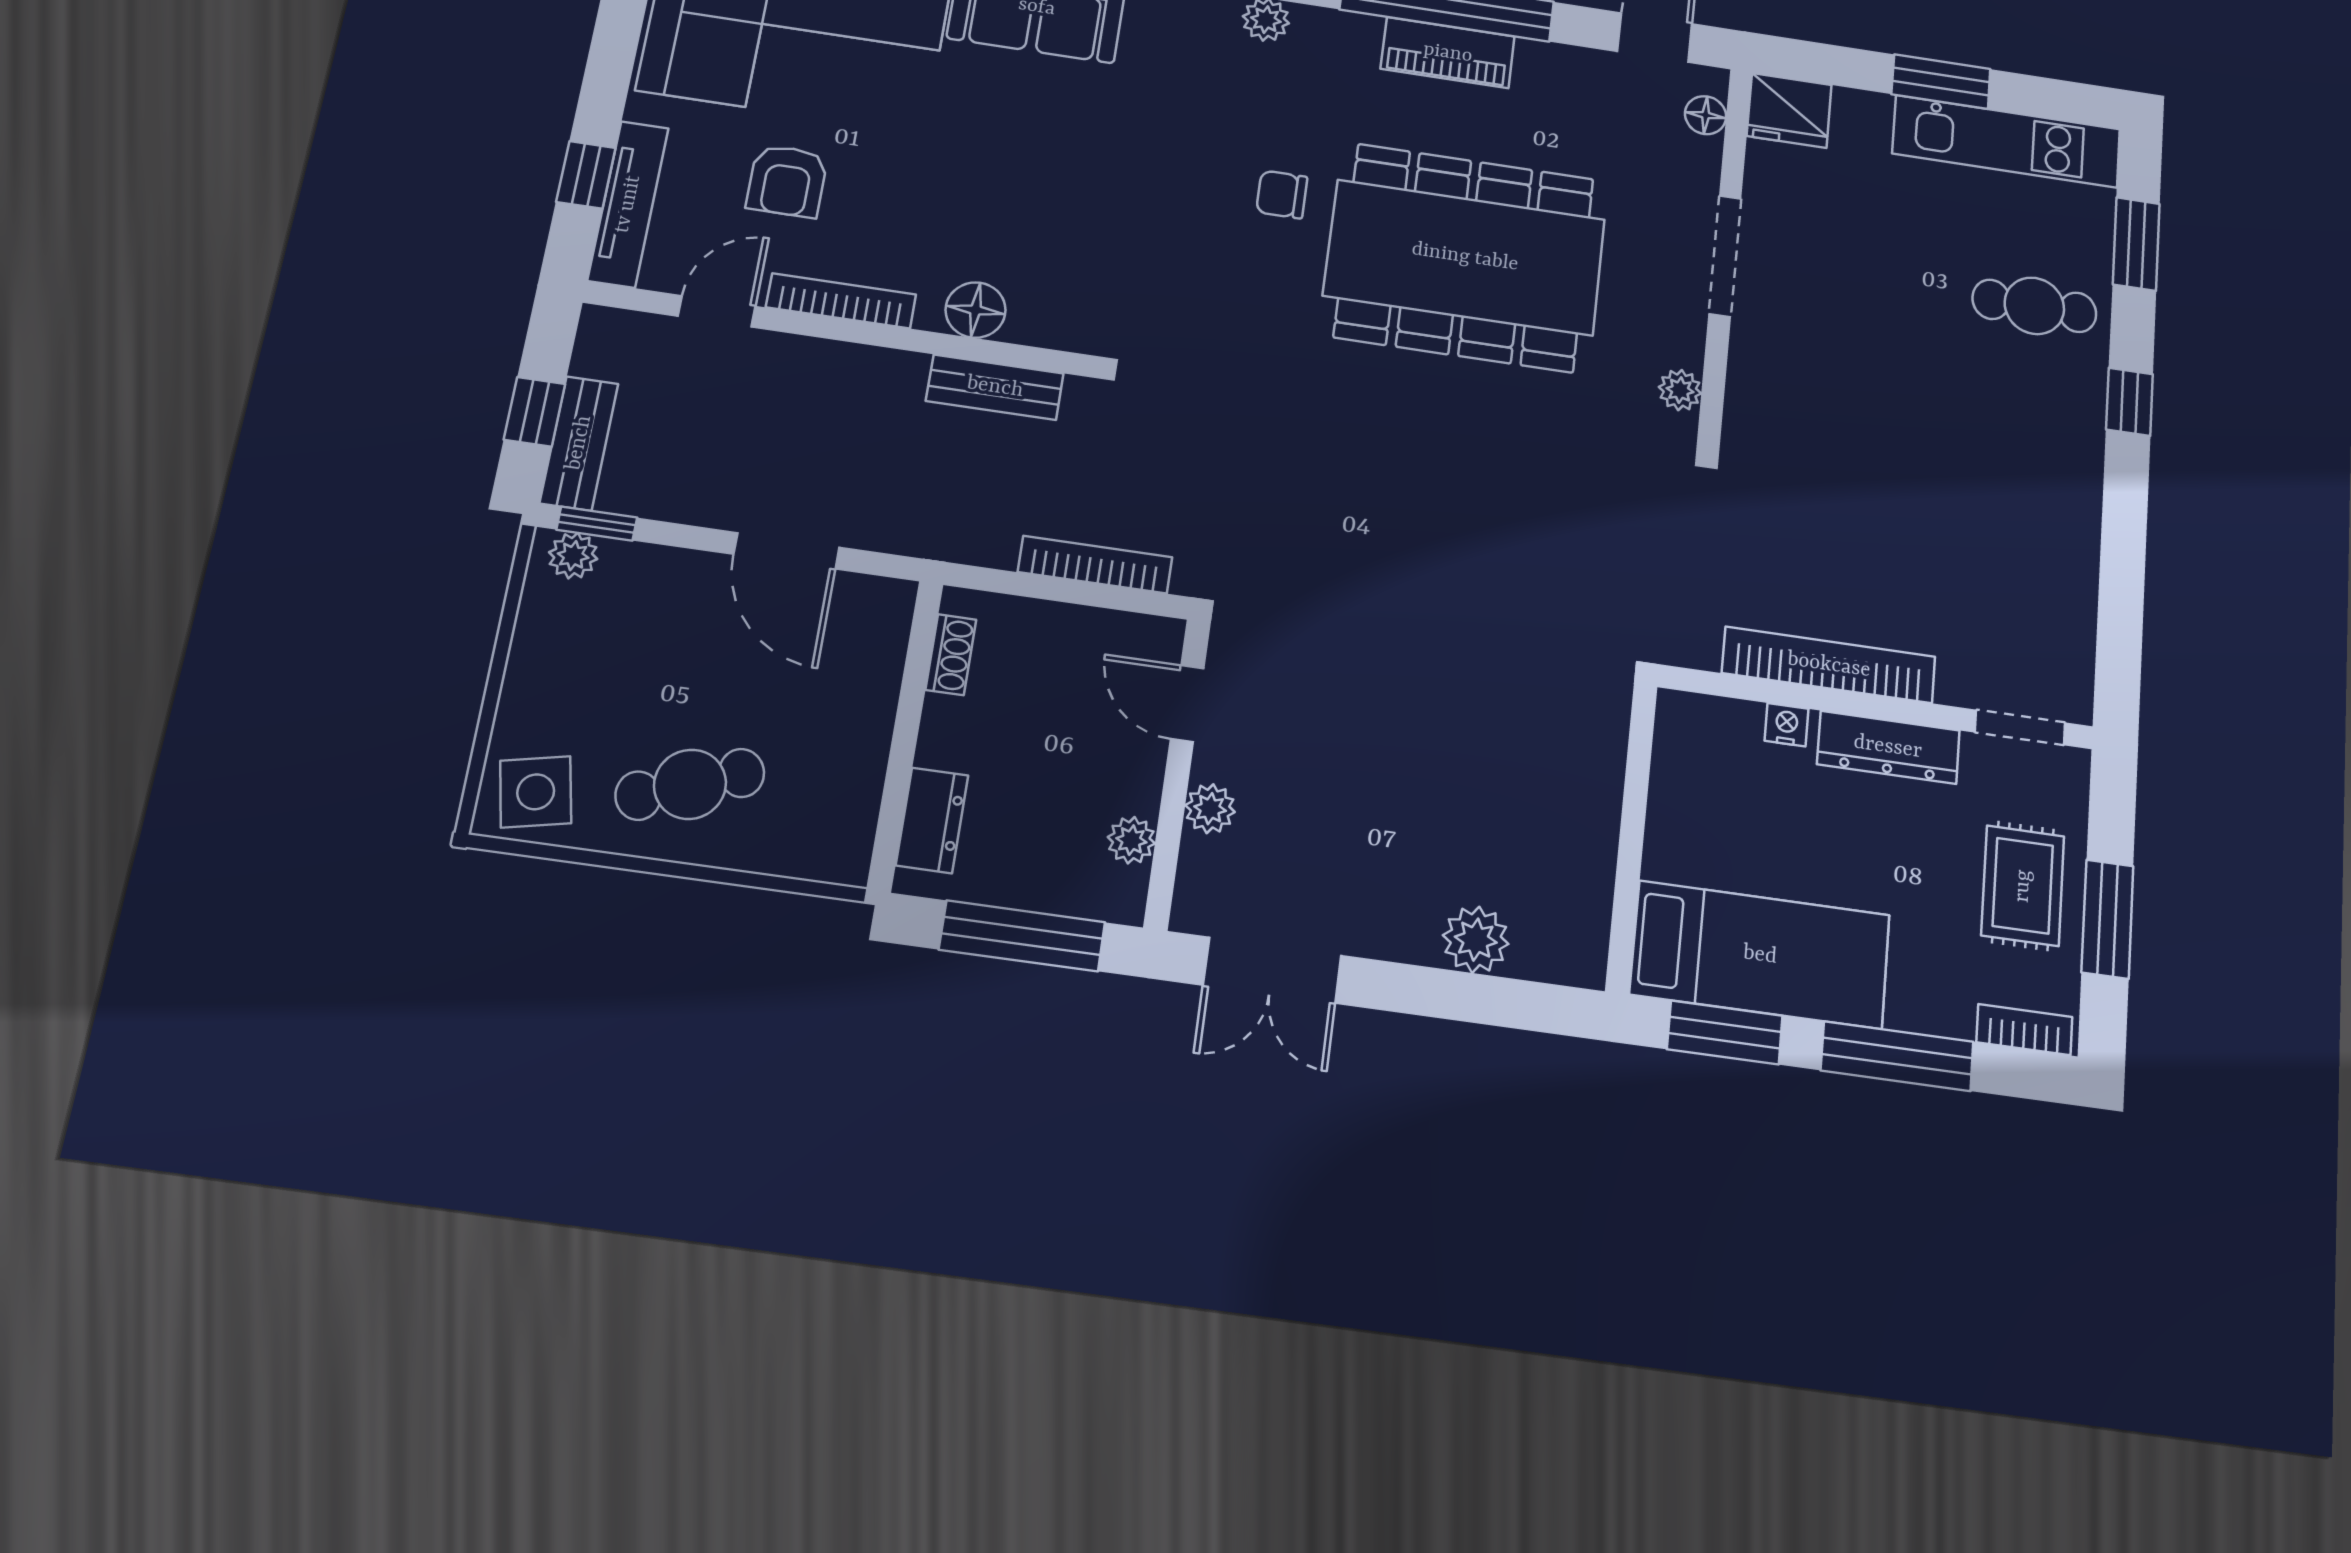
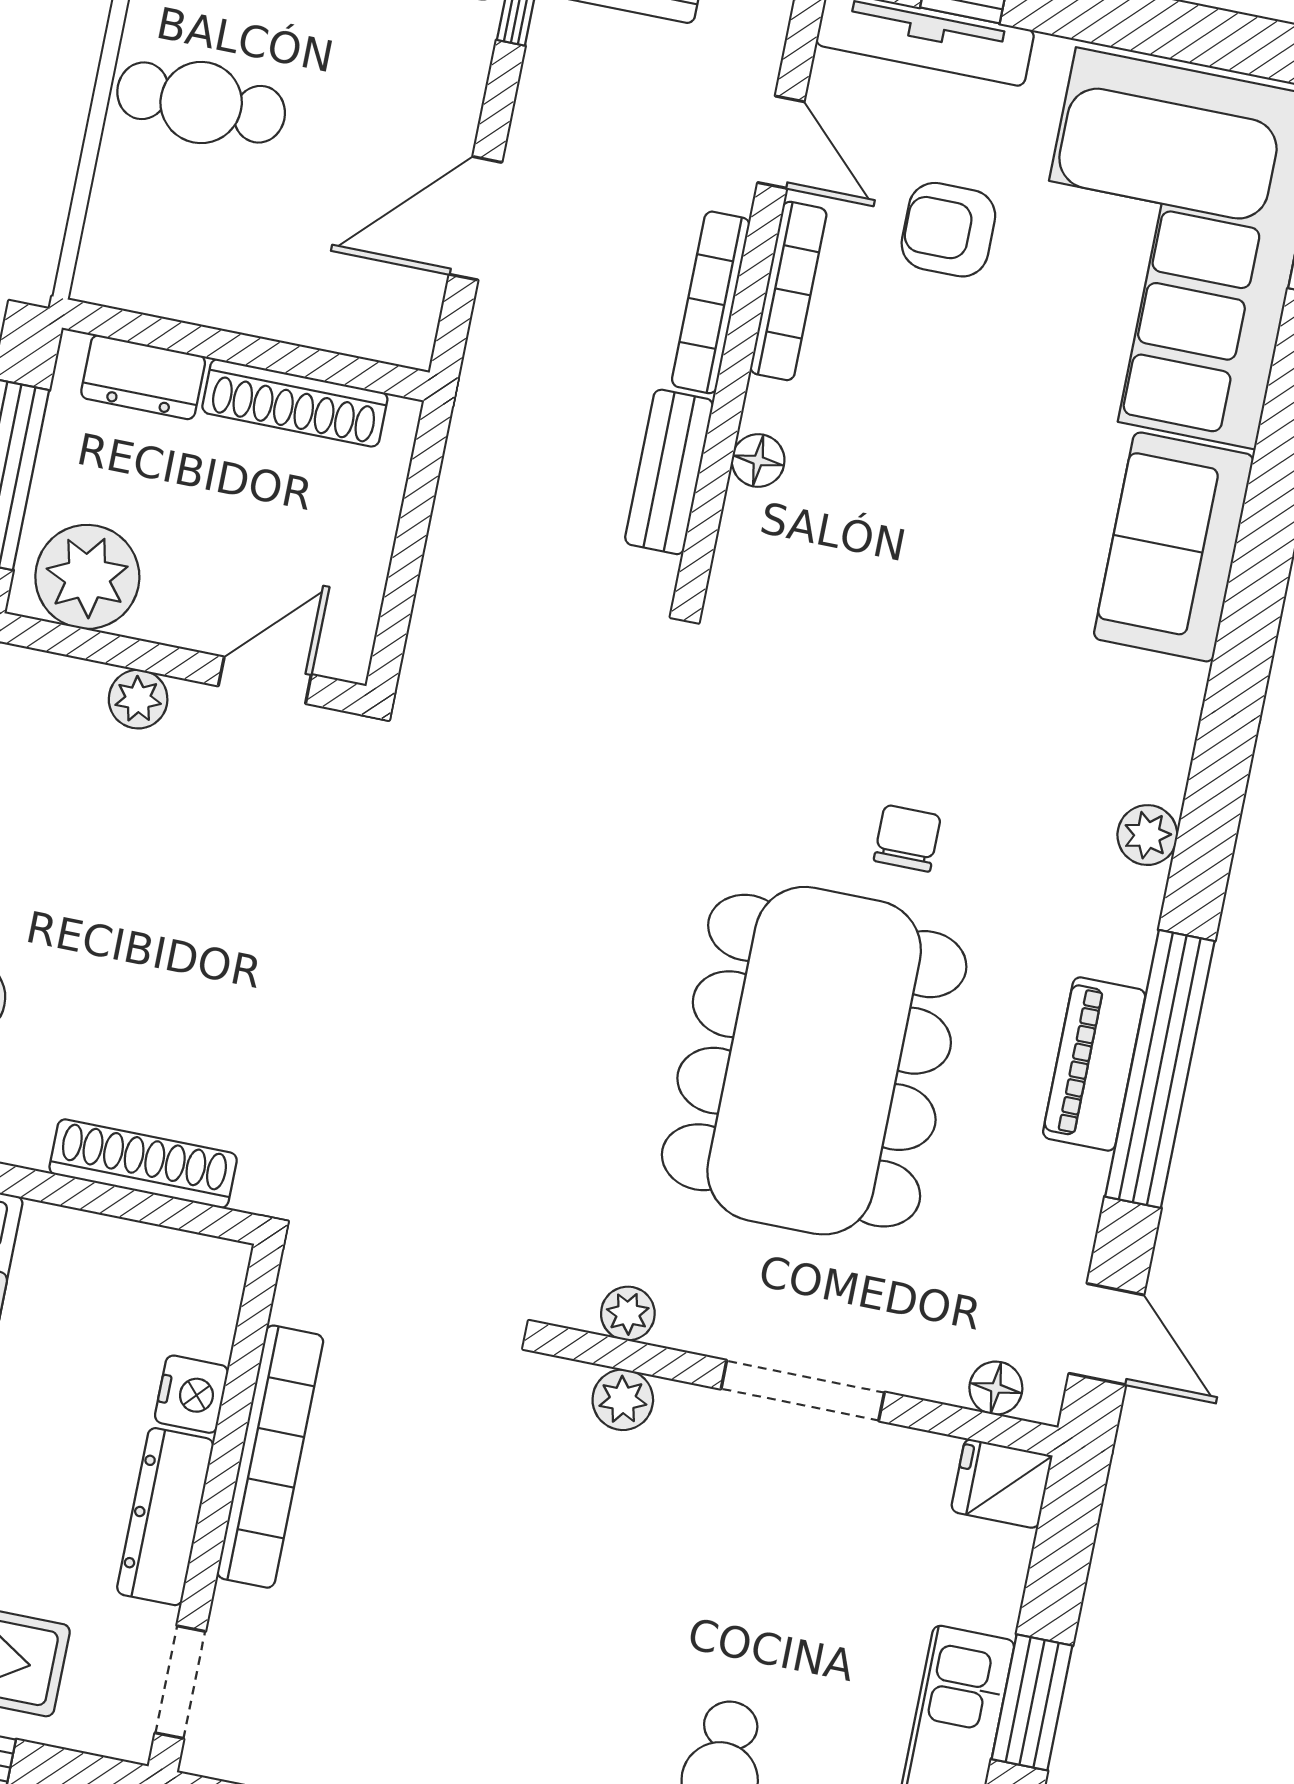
fridge: (1789, 110) -> (1002, 1484), width x0.72
floor lamp: (976, 310) -> (758, 460), width x0.73, depth x0.73
plant: (1749, 391) -> (623, 1400), added
bookcase: (1095, 565) -> (711, 302), moved, turned 180
shoe rack: (951, 655) -> (295, 403), width x1.94, depth x1.24
nightstand: (1787, 725) -> (192, 1394), width x1.39, depth x1.35
shoe rack: (1601, 782) -> (143, 1164), added
cafe table: (690, 784) -> (201, 102), turned -69
plant: (1131, 840) -> (87, 577), width x1.88, depth x1.88

